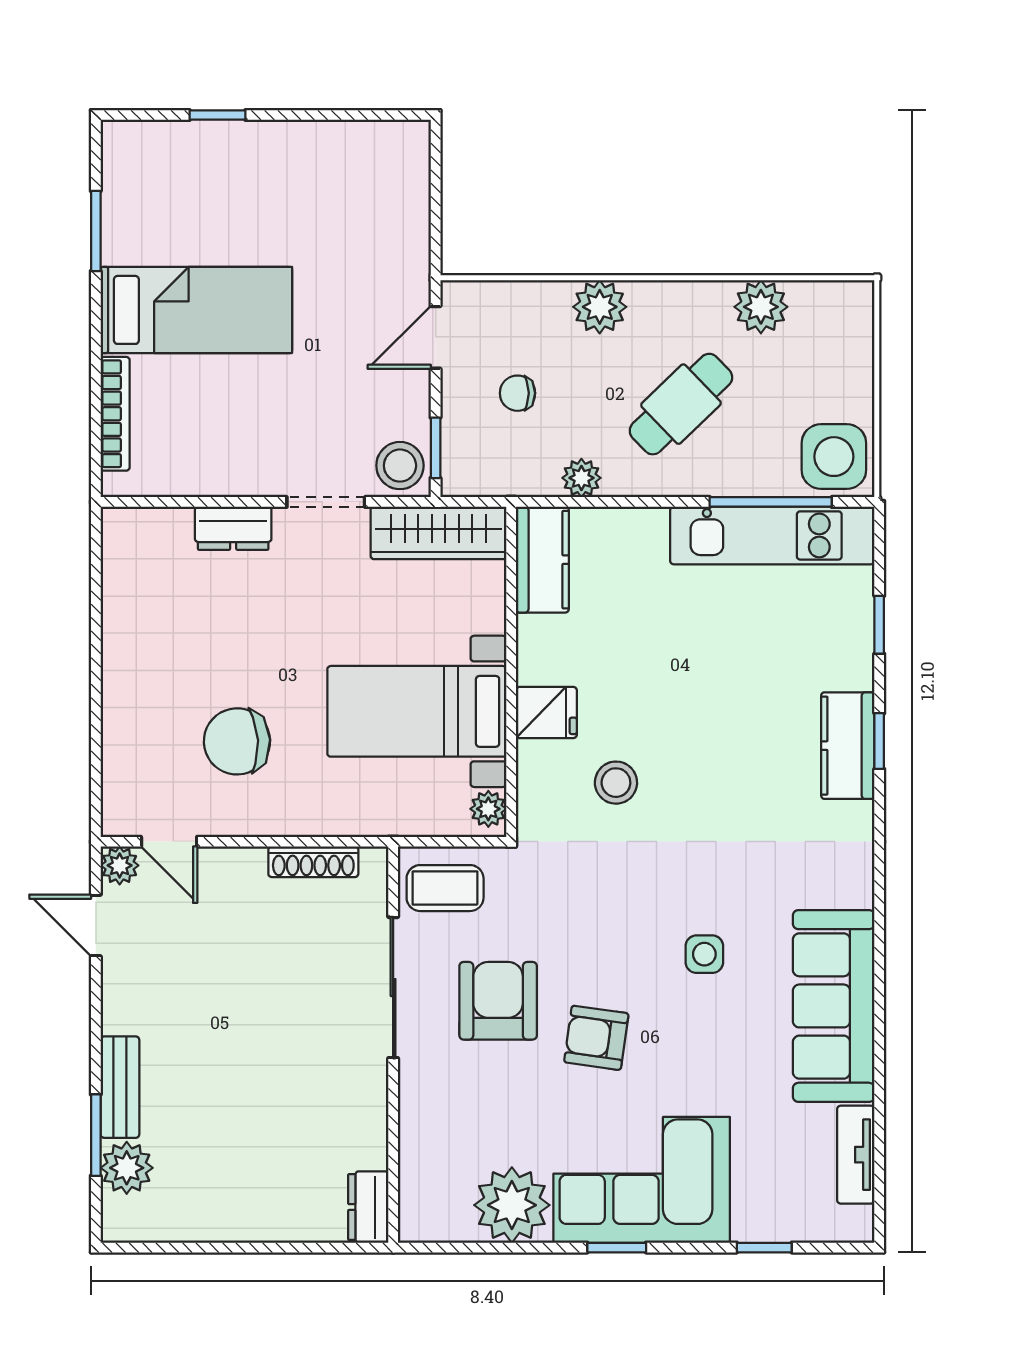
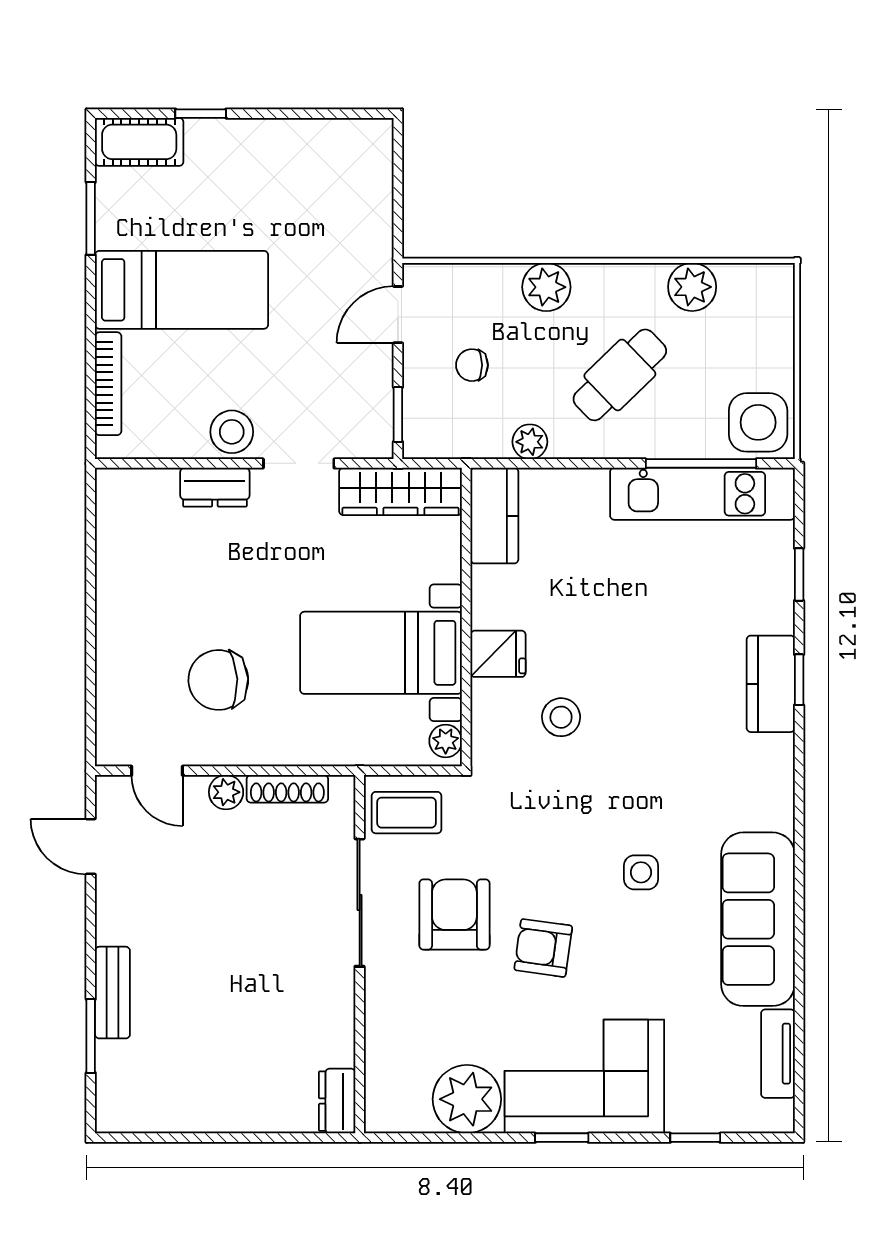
cot: (149, 146) -> (139, 142), added
stool: (400, 466) -> (232, 432), moved
plant: (120, 865) -> (226, 792), moved
plant: (127, 1168) -> (119, 1066), removed

